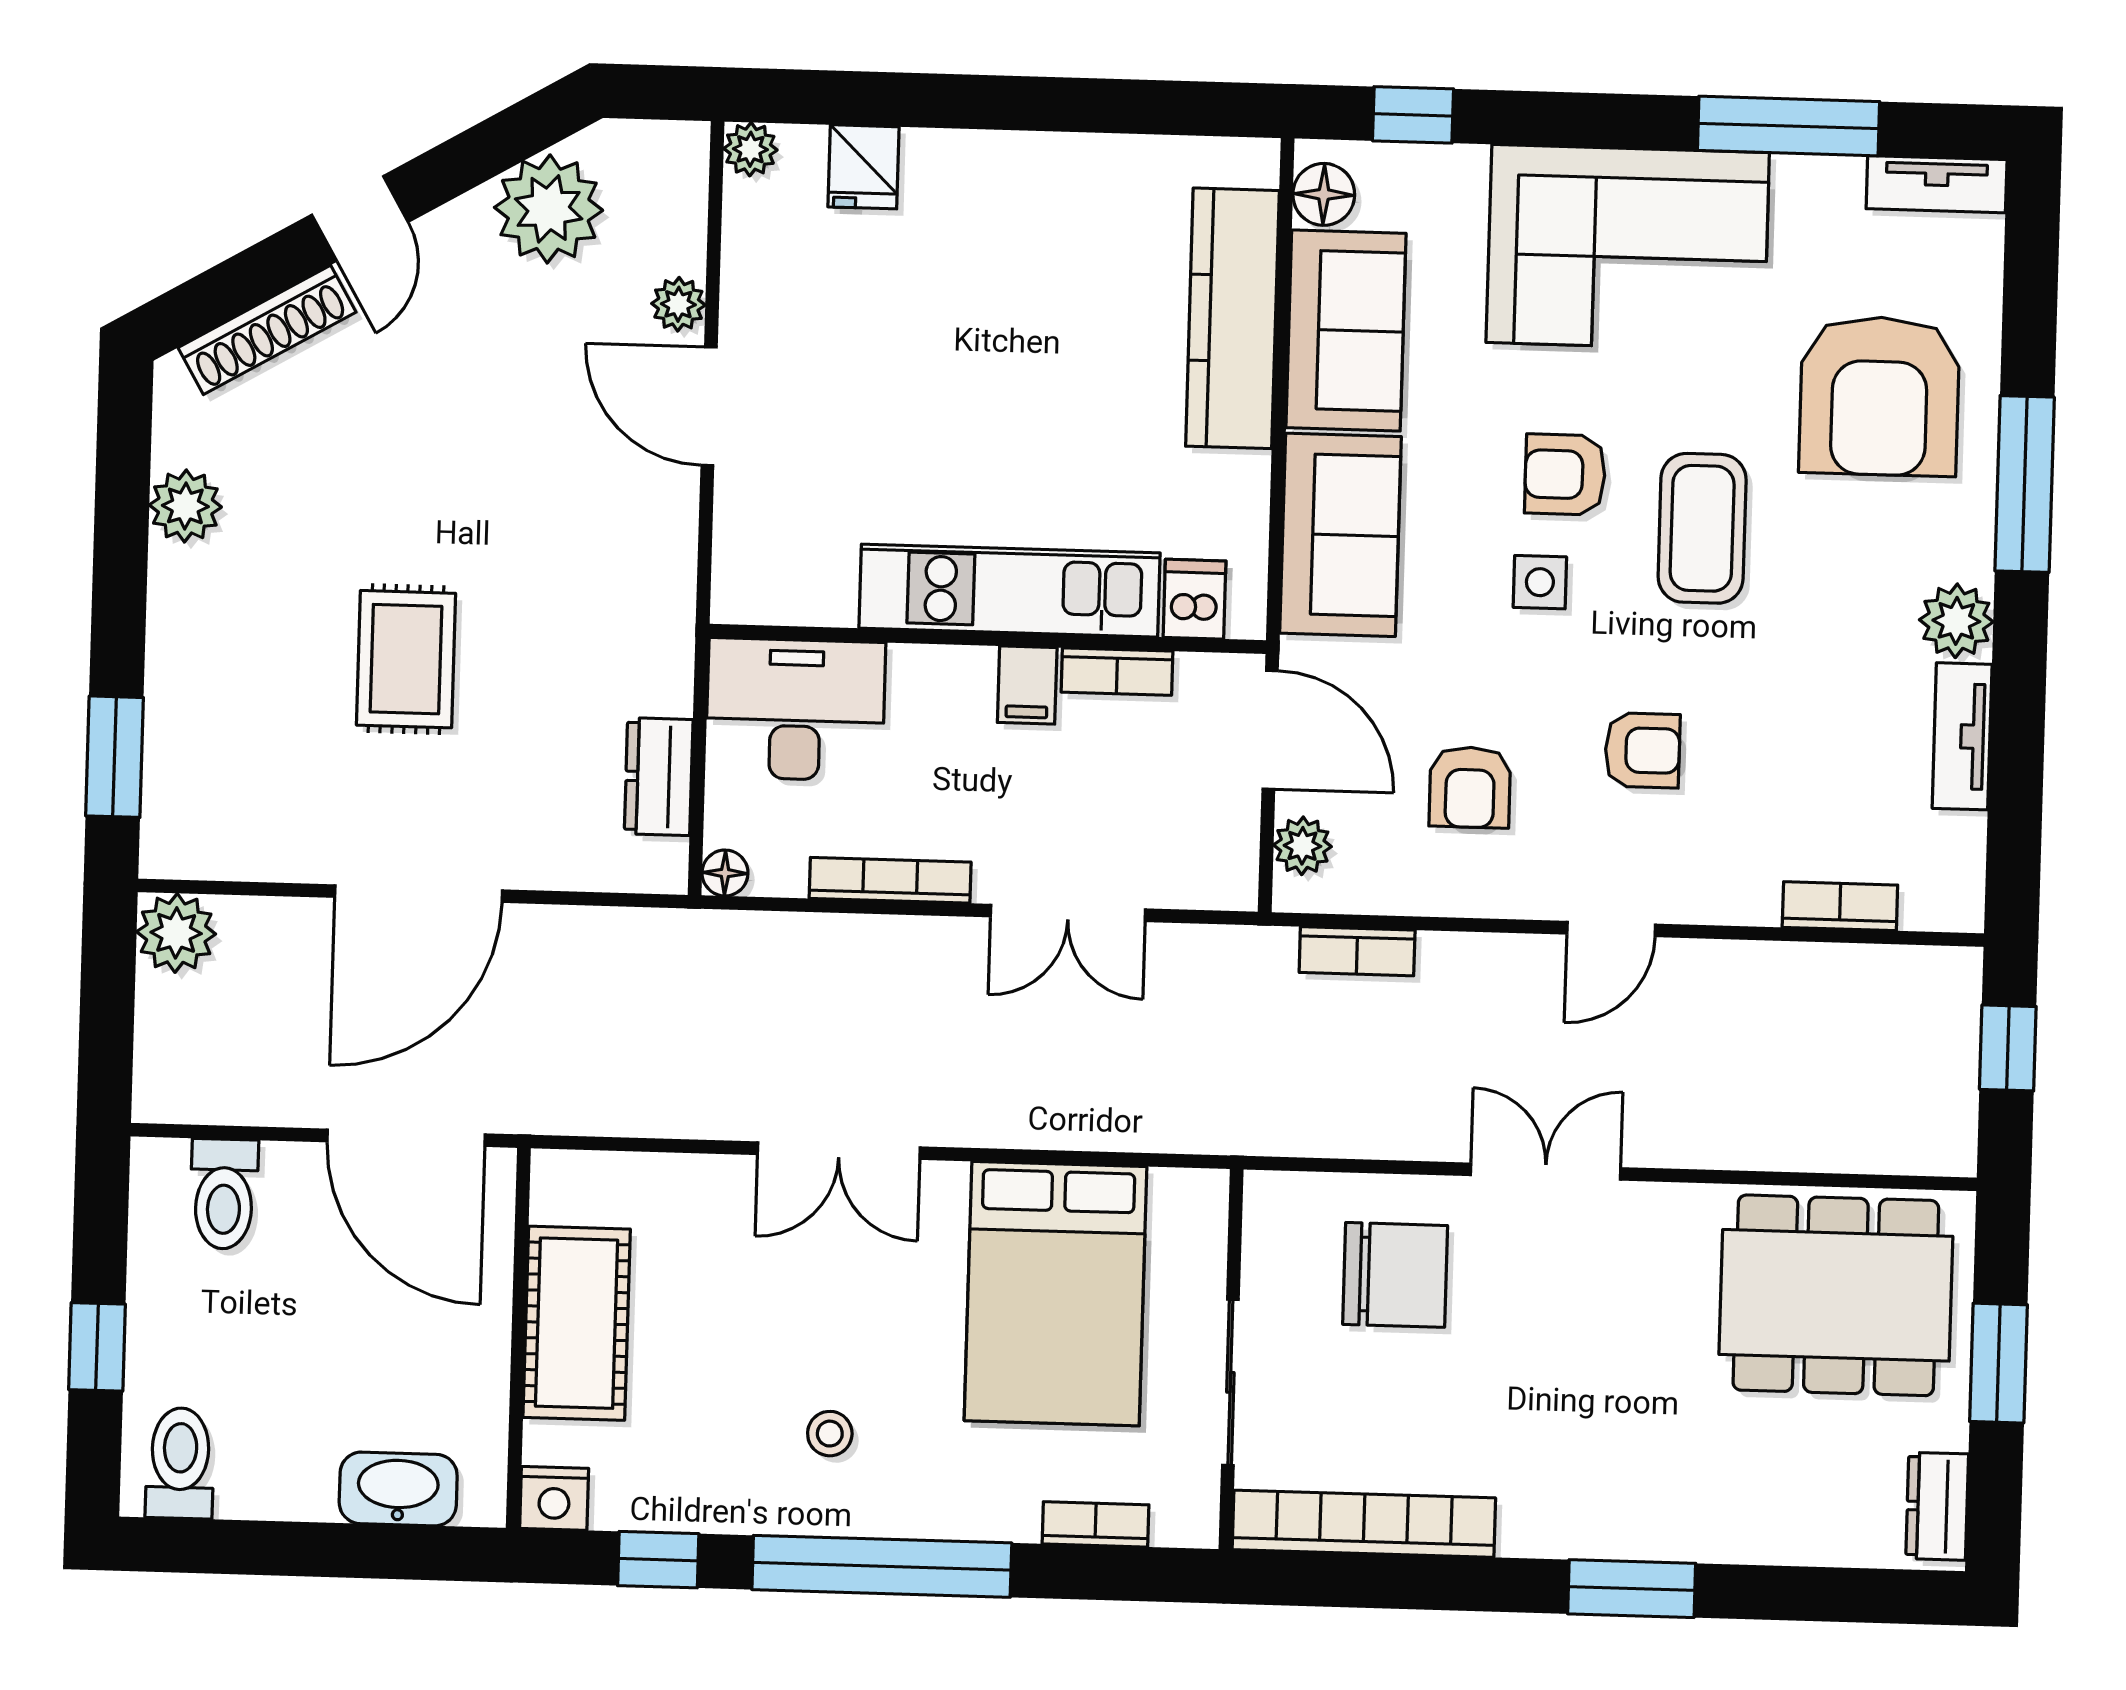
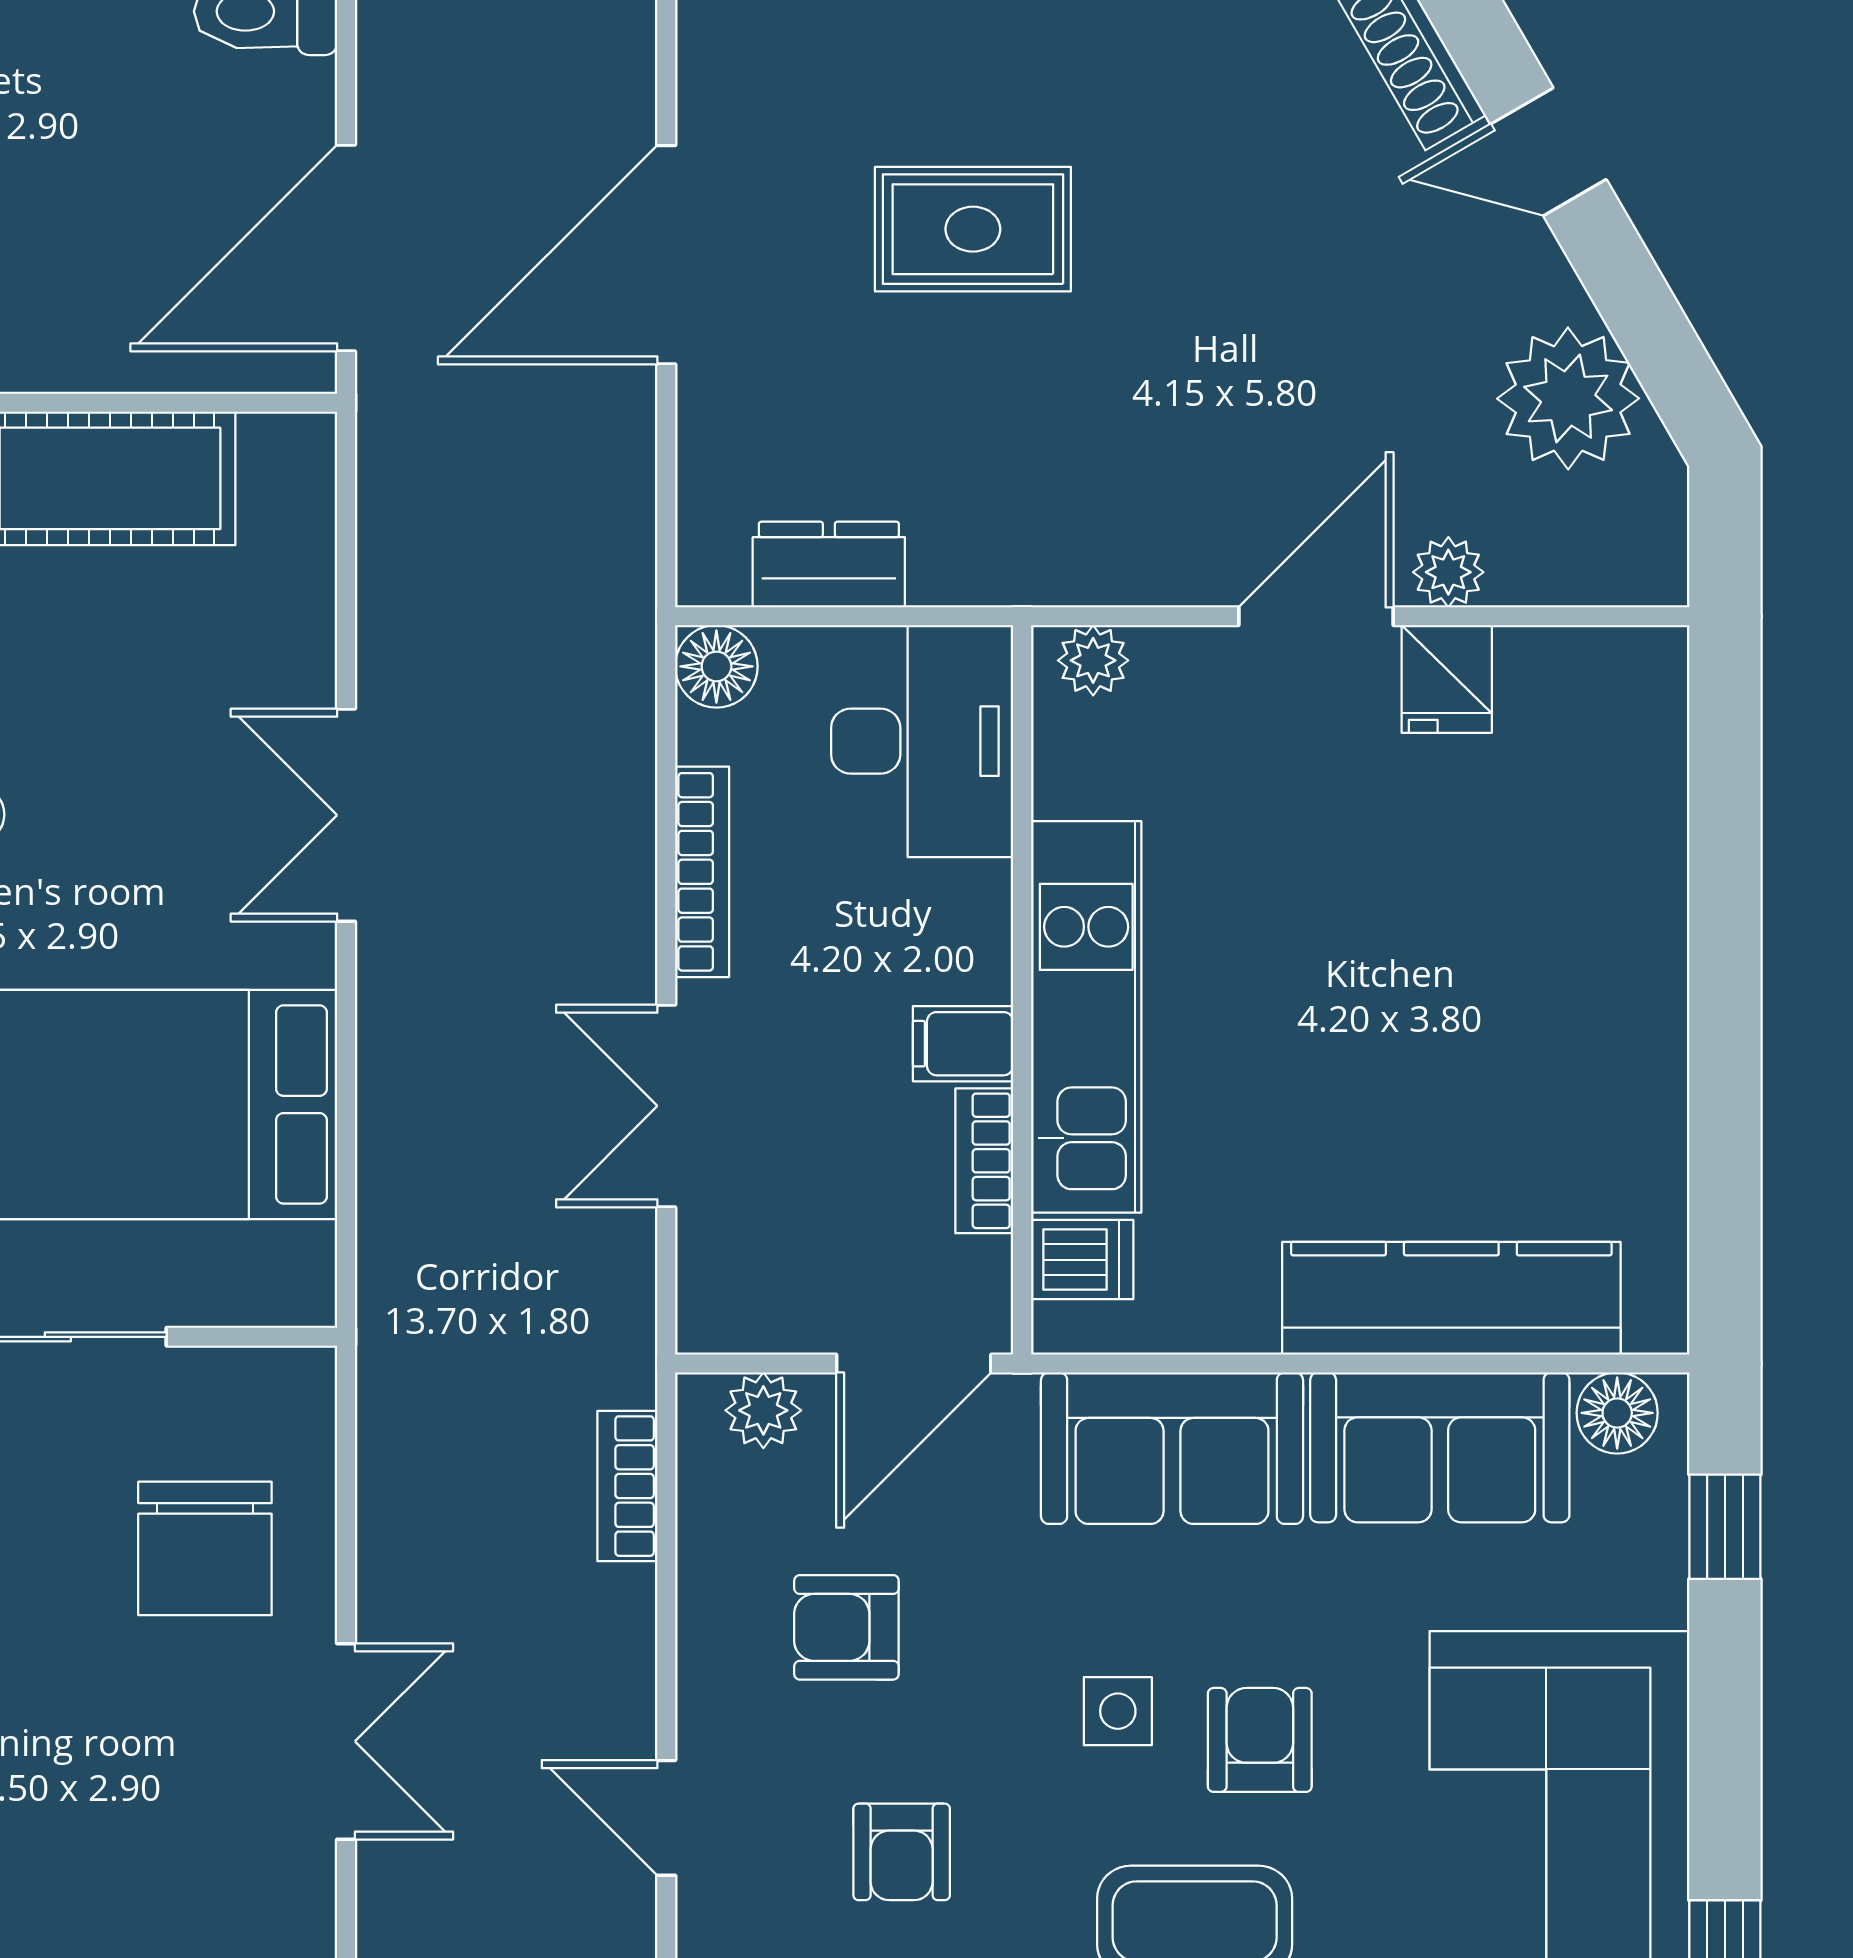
plant: (750, 149) -> (1093, 660), moved
fridge: (863, 167) -> (1447, 679), moved, turned -90
floor lamp: (725, 873) -> (716, 666), width x1.37, depth x1.37
door: (419, 894) -> (666, 255), hinge flipped

